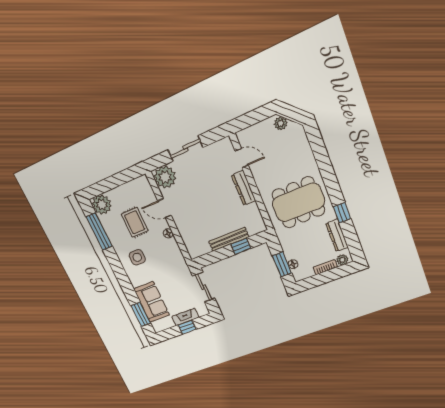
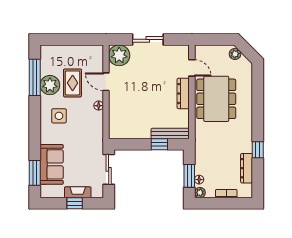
dining table: (298, 202) -> (216, 99), moved, turned 90
plant: (102, 205) -> (50, 85), moved
bench: (229, 239) -> (170, 133), moved
plant: (342, 260) -> (200, 193), moved

